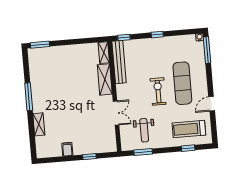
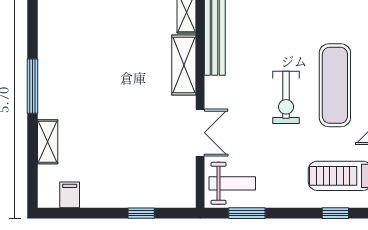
exercise bike: (158, 91) -> (286, 97), turned 180
weight bench: (144, 130) -> (232, 183), moved, turned -90
filing cabinet: (67, 149) -> (70, 195), moved

